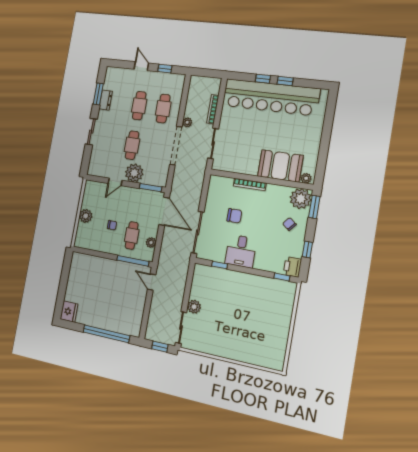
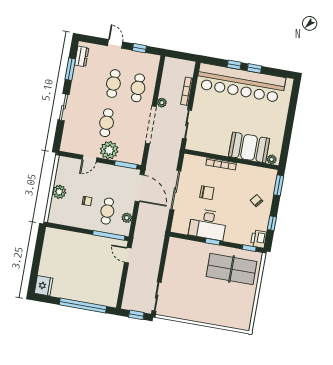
dresser: (106, 100) -> (82, 56), moved
plant: (301, 199) -> (267, 178), removed
sliding door: (198, 232) -> (175, 190), moved
desk: (241, 251) -> (208, 224), width x1.37
window: (220, 265) -> (213, 242), moved
table tennis table: (262, 300) -> (231, 269), added
plant: (194, 307) -> (169, 277), removed

